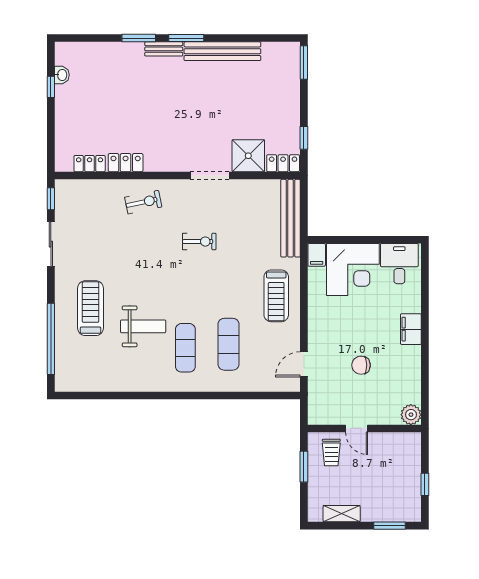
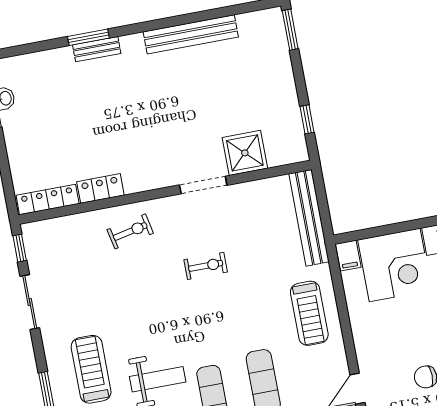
window: (186, 38) -> (145, 27), removed
bench: (164, 49) -> (97, 49), moved
locker: (283, 163) -> (288, 154), removed
locker: (90, 164) -> (48, 199), width x1.53

